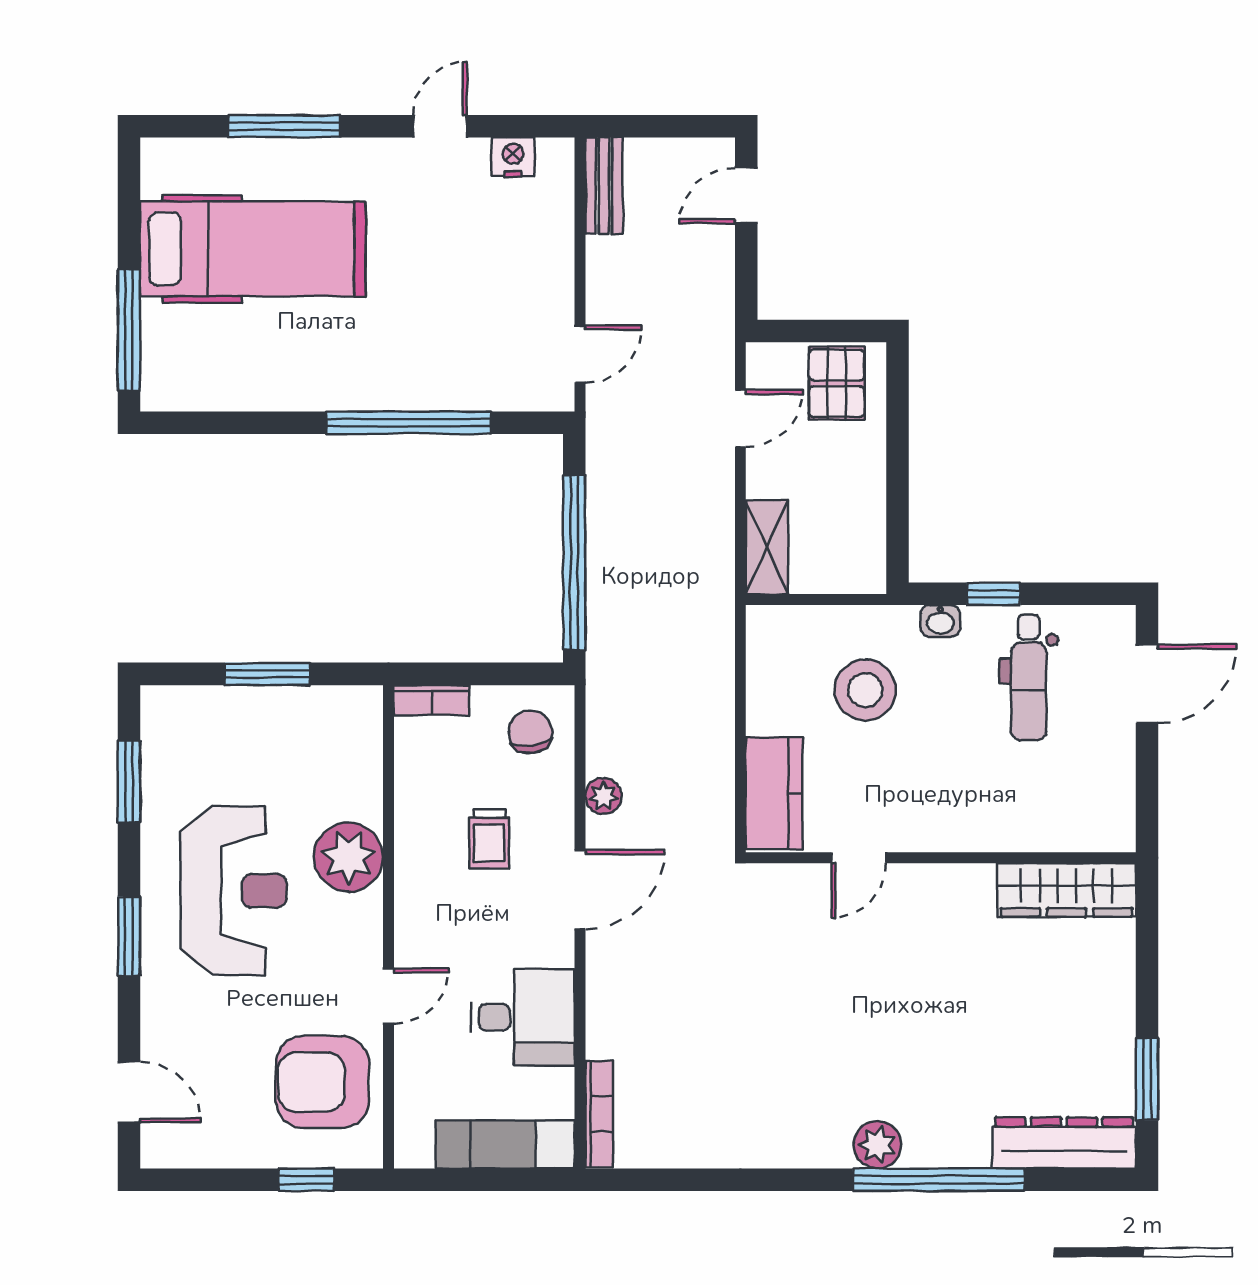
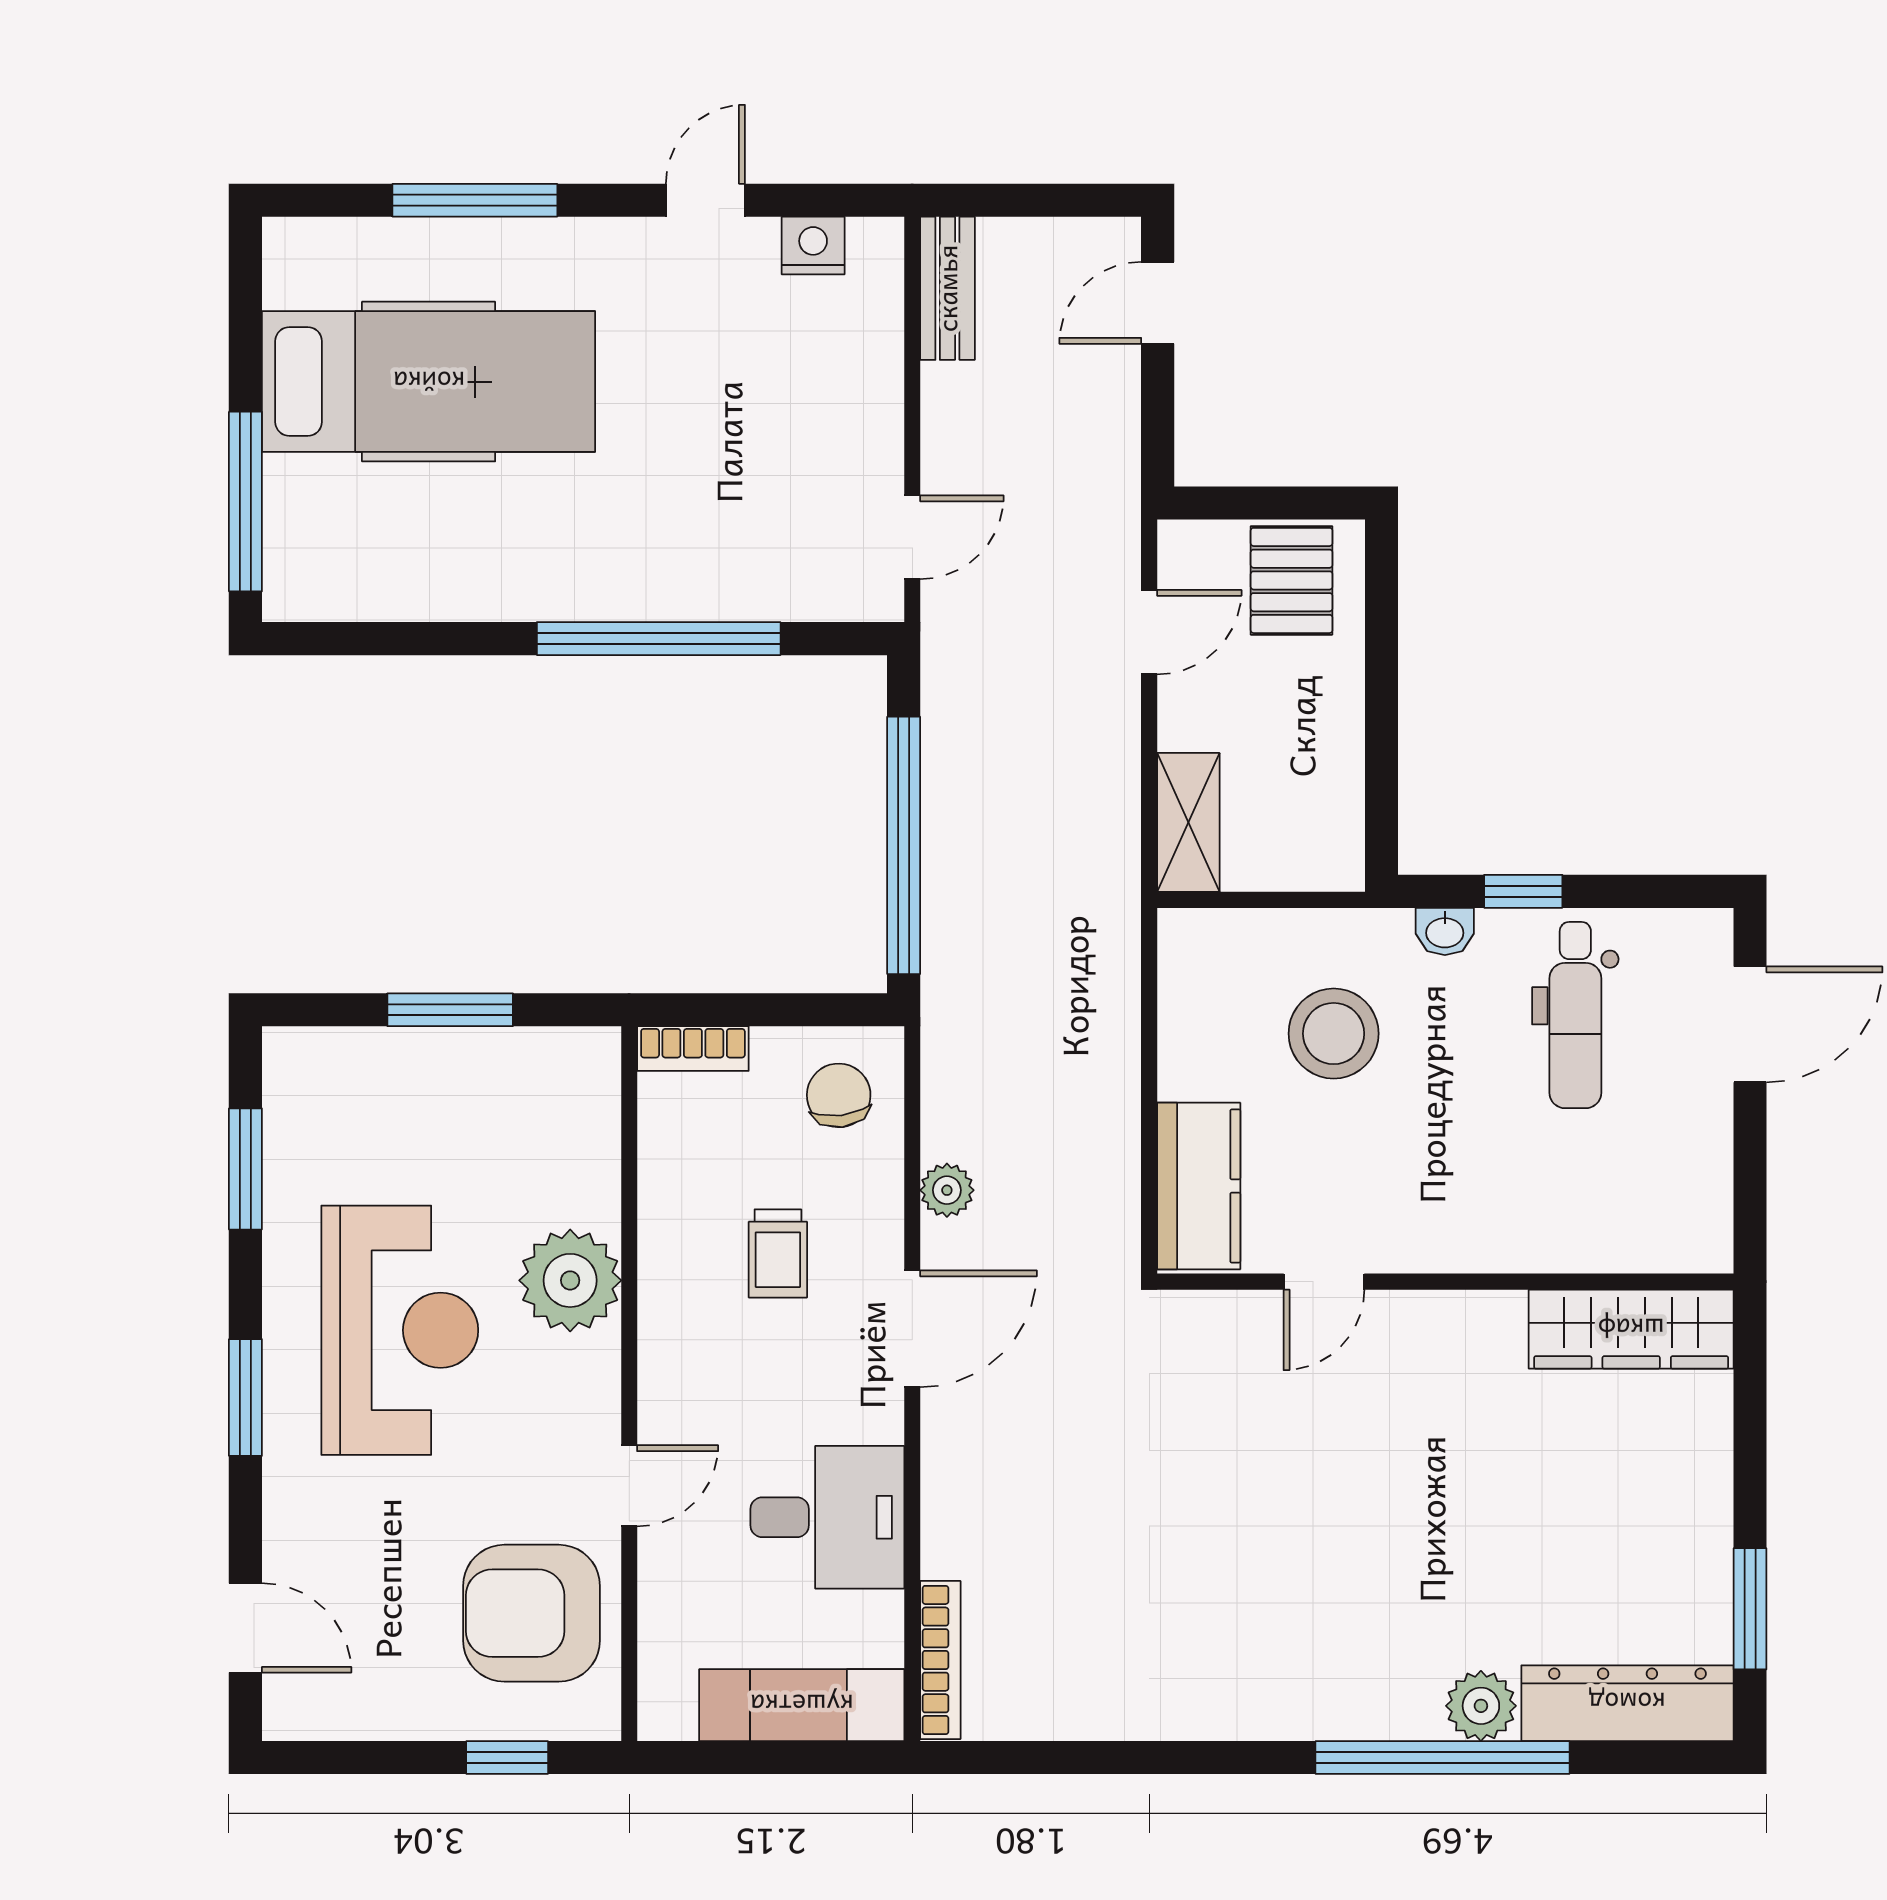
plant: (878, 1145) -> (1481, 1706), moved

